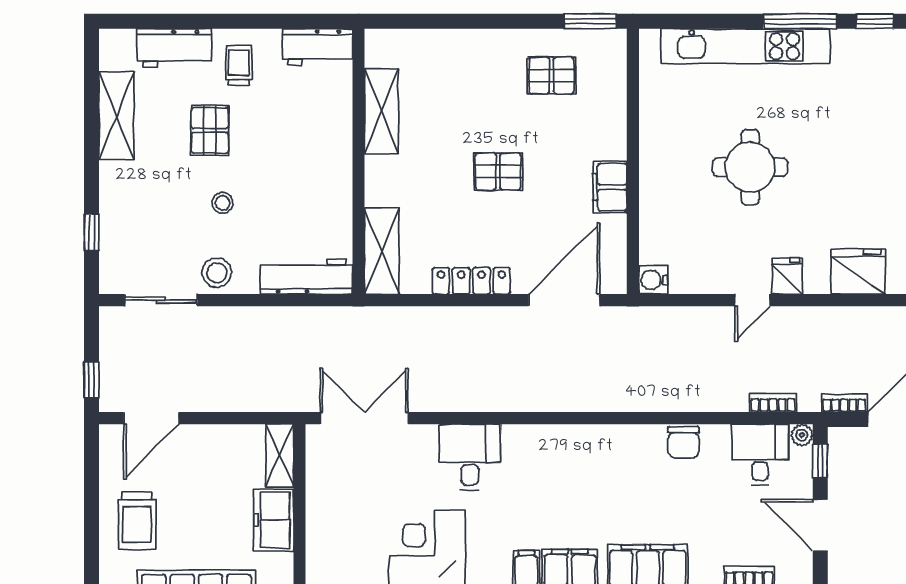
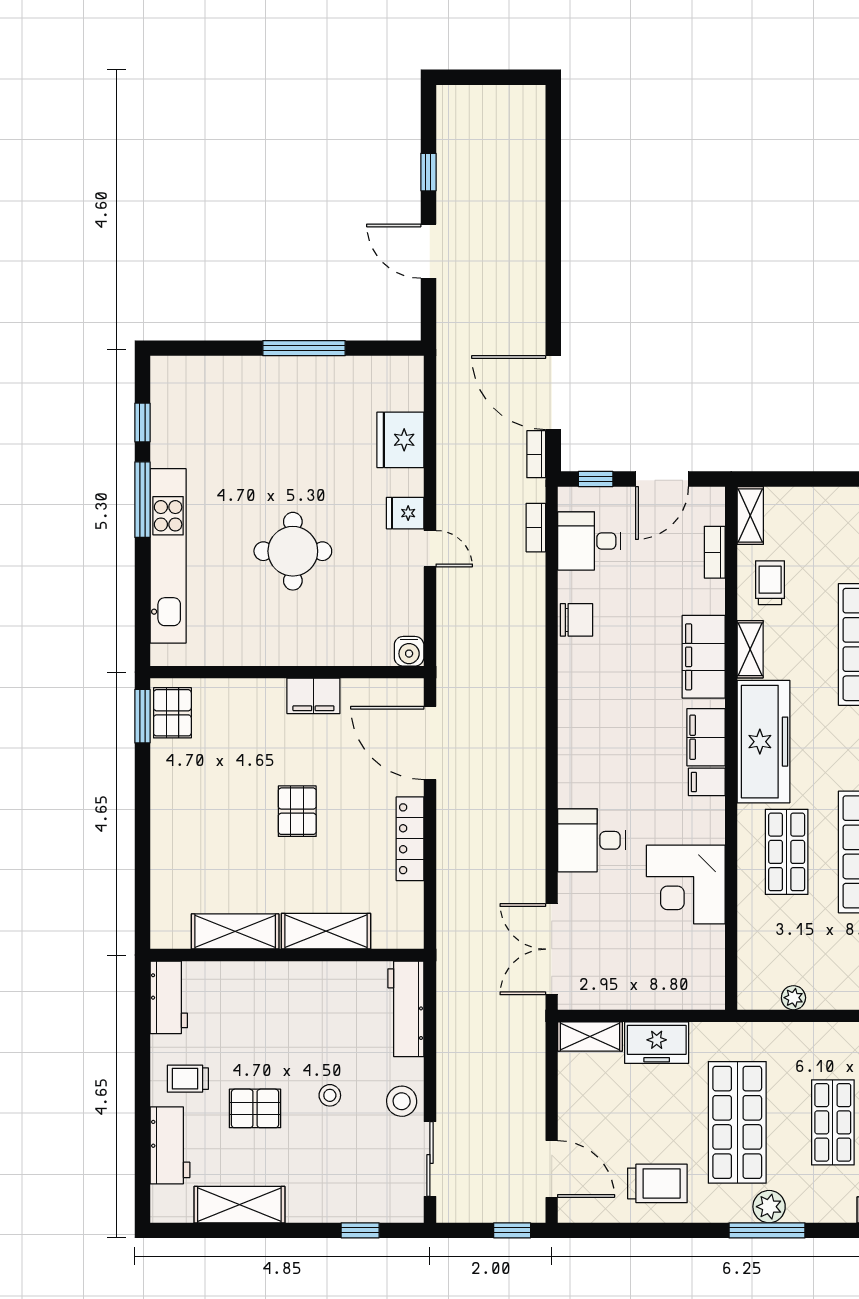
pallet: (552, 76) -> (172, 713), moved
shelving: (382, 251) -> (326, 931), moved
plant: (802, 435) -> (569, 498), removed

